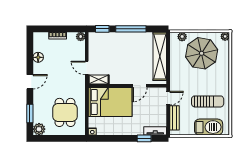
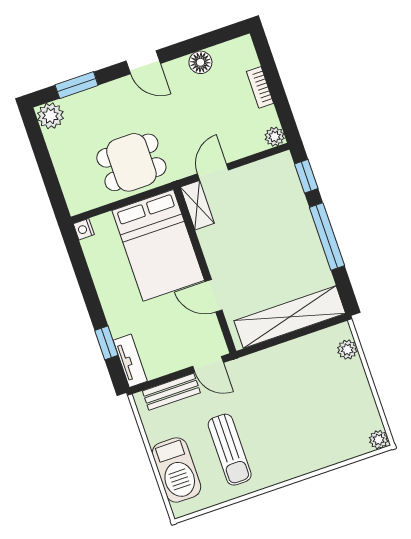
parasol: (202, 53) -> (326, 402), removed
dining table: (65, 112) -> (131, 162), moved

